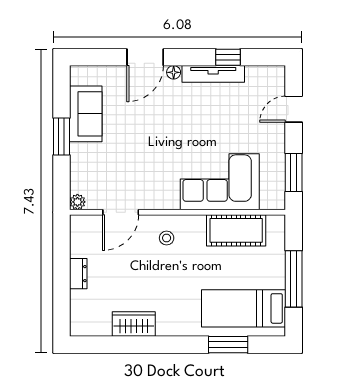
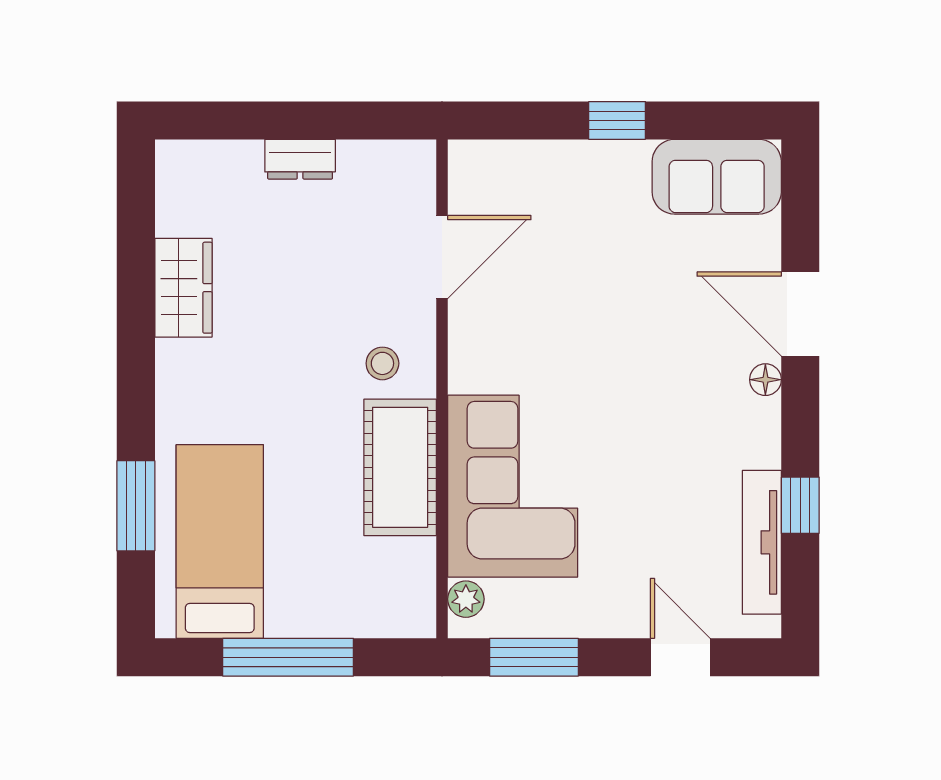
tv unit: (213, 74) -> (762, 542), moved
sofa: (86, 114) -> (717, 177), moved
window: (61, 136) -> (617, 120), width x0.67
plant: (77, 202) -> (466, 599), moved
door: (121, 212) -> (442, 257), swing flipped
cot: (236, 230) -> (400, 467), moved

